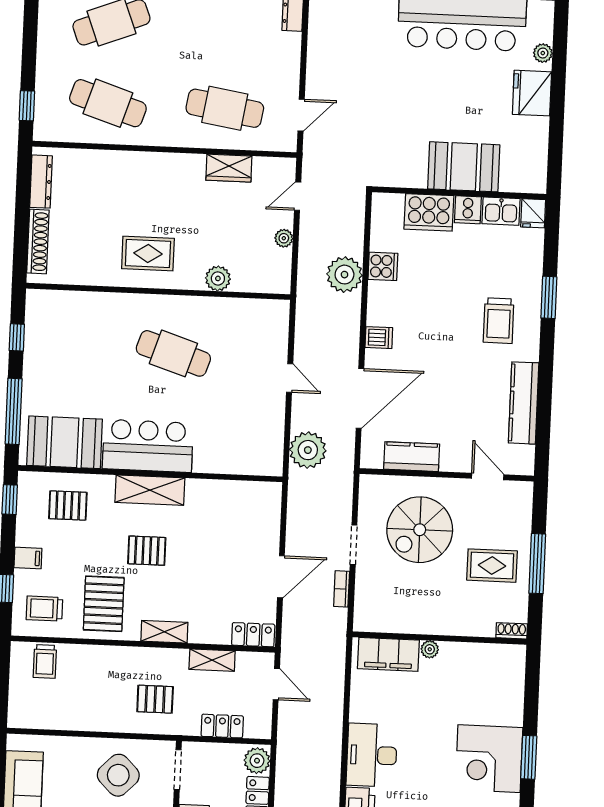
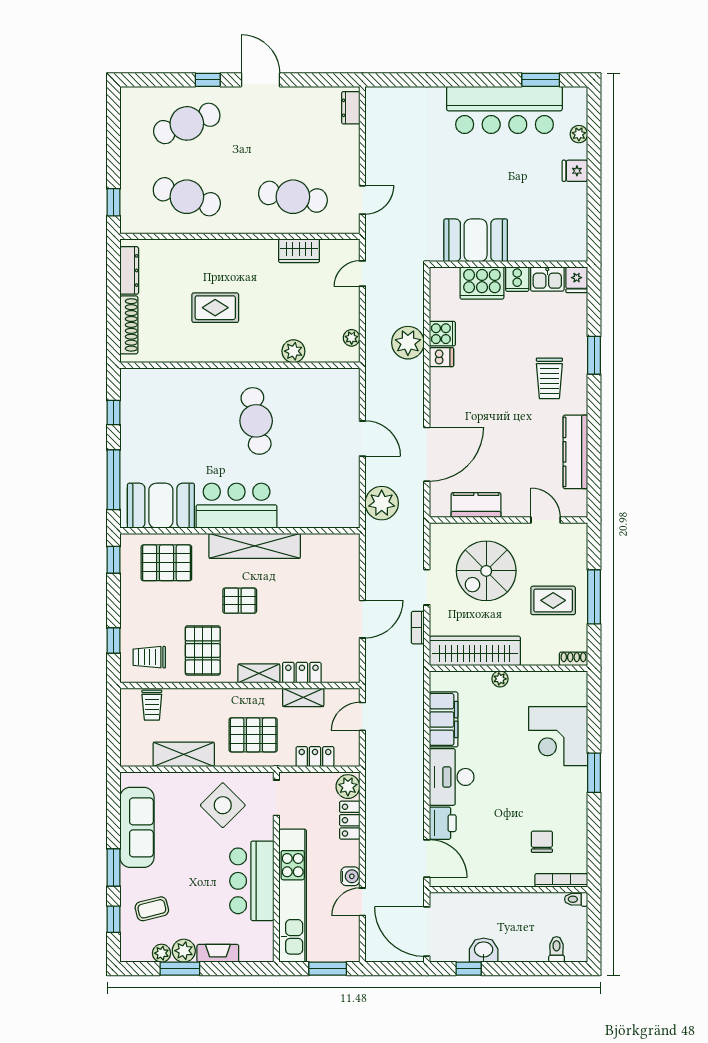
fridge: (532, 93) -> (575, 171), width x0.53, depth x0.75
booth: (464, 167) -> (476, 240), moved
plant: (284, 238) -> (352, 338), moved
rug: (148, 253) -> (215, 308), moved
dishwasher: (379, 338) -> (442, 357), moved
cafe table: (173, 353) -> (256, 421), turned 63
door: (290, 378) -> (362, 439), width x1.38
shelving: (150, 490) -> (255, 546), width x1.47
pallet: (68, 505) -> (166, 563), width x1.50, depth x1.42
filing cabinet: (28, 558) -> (132, 612), removed
wardrobe: (403, 617) -> (475, 651), added
locker: (253, 635) -> (302, 673), moved
filing cabinet: (388, 654) -> (444, 719), moved, turned -90
door: (276, 684) -> (362, 716), swing flipped
pallet: (155, 699) -> (253, 735), width x1.50, depth x1.42
shelving: (78, 717) -> (184, 754), added
corner desk: (489, 759) -> (558, 736), moved

